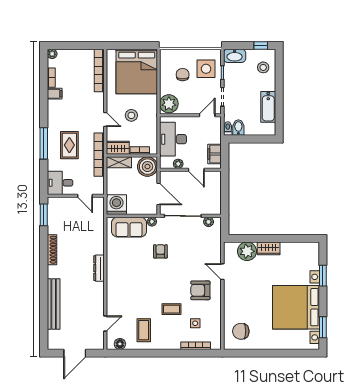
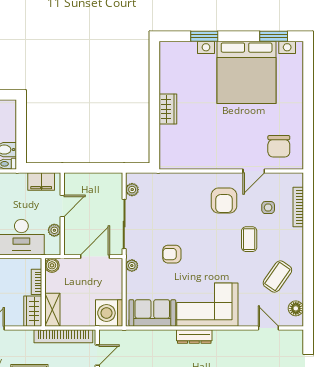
bookcase: (99, 155) -> (63, 336), moved
boiler: (147, 167) -> (52, 265), width x0.54, depth x0.54
sofa: (129, 227) -> (152, 313), moved, turned -90
plant: (247, 251) -> (172, 138), removed
door: (222, 272) -> (254, 171), moved
corner sofa: (123, 278) -> (207, 305), added
coffee table: (144, 330) -> (277, 277), turned -55

